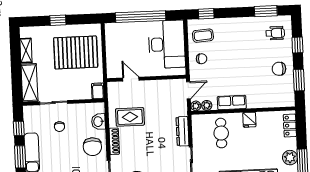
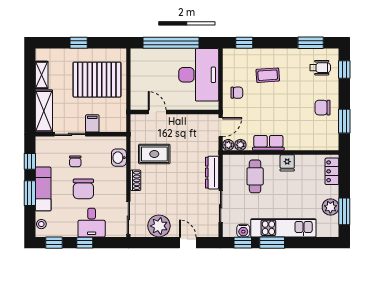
coffee table: (203, 36) -> (268, 75), moved
window: (297, 45) -> (344, 70), moved
filing cabinet: (98, 91) -> (92, 123), moved
shoe rack: (114, 141) -> (136, 180), width x0.70
chair: (92, 147) -> (83, 189), moved

